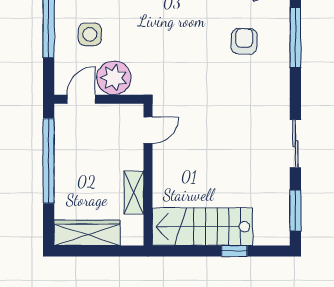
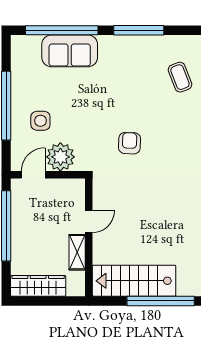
armchair: (244, 41) -> (129, 143), moved
door: (148, 130) -> (89, 221), moved
window: (234, 251) -> (161, 301), width x3.17

